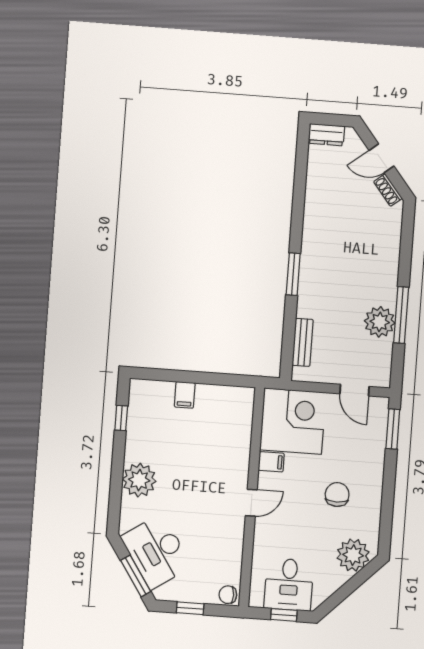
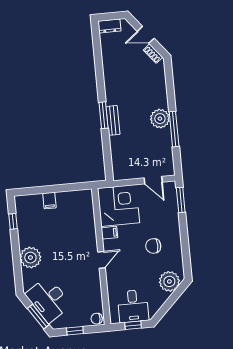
plant: (380, 322) -> (160, 119), moved
bench: (303, 342) -> (113, 120), moved
chair: (337, 495) -> (153, 246), turned -90

